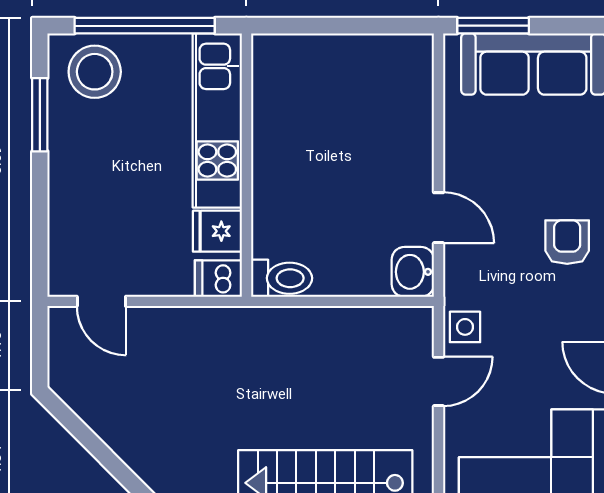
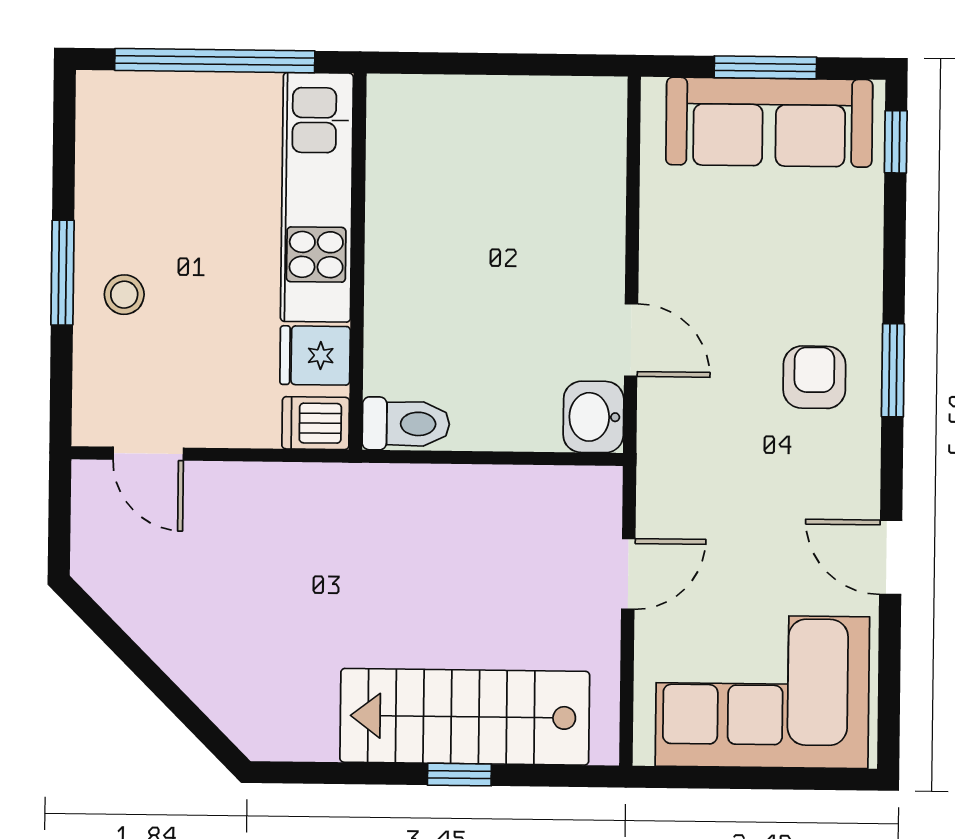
window: (493, 26) -> (765, 67), moved
stool: (95, 72) -> (124, 295), moved, width x0.53, depth x0.53
window: (40, 115) -> (62, 273), moved
side table: (465, 327) -> (667, 497), removed

